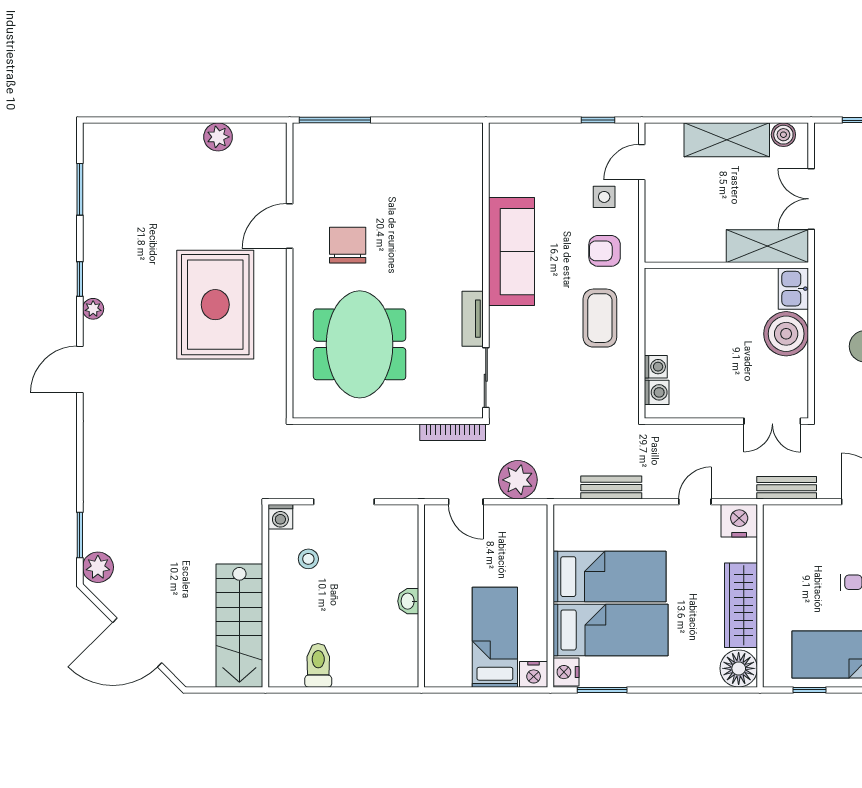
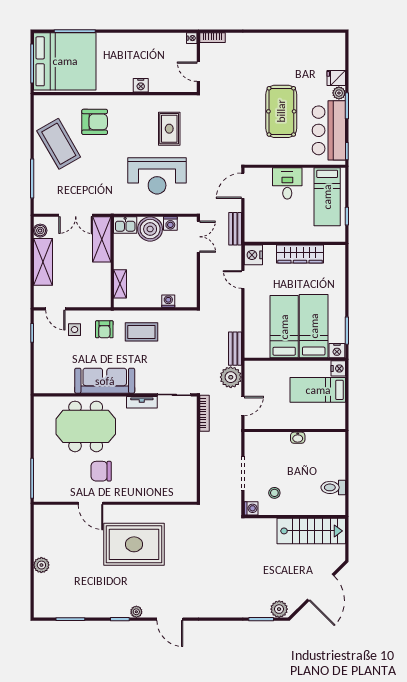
plant: (218, 137) -> (41, 565), moved
shelving: (687, 279) -> (120, 284), added
meeting table: (360, 344) -> (86, 426), moved
washing machine: (657, 392) -> (170, 224), moved, turned 180
bench: (611, 488) -> (235, 349), moved
floor lamp: (739, 668) -> (335, 255), removed

